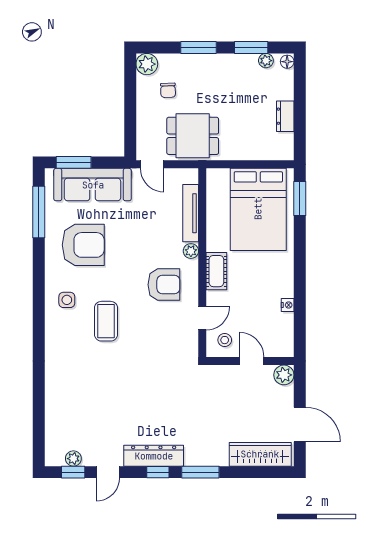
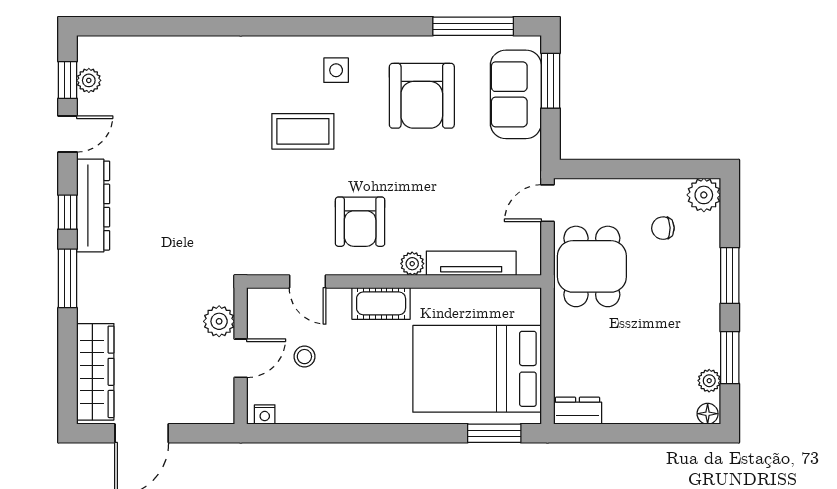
dresser: (285, 116) -> (578, 411), moved
sofa: (93, 185) -> (516, 94), width x0.73
nightstand: (288, 305) -> (265, 415), moved
stool: (225, 340) -> (304, 357), moved
plant: (284, 375) -> (219, 321), moved
door: (108, 472) -> (68, 134), swing flipped

